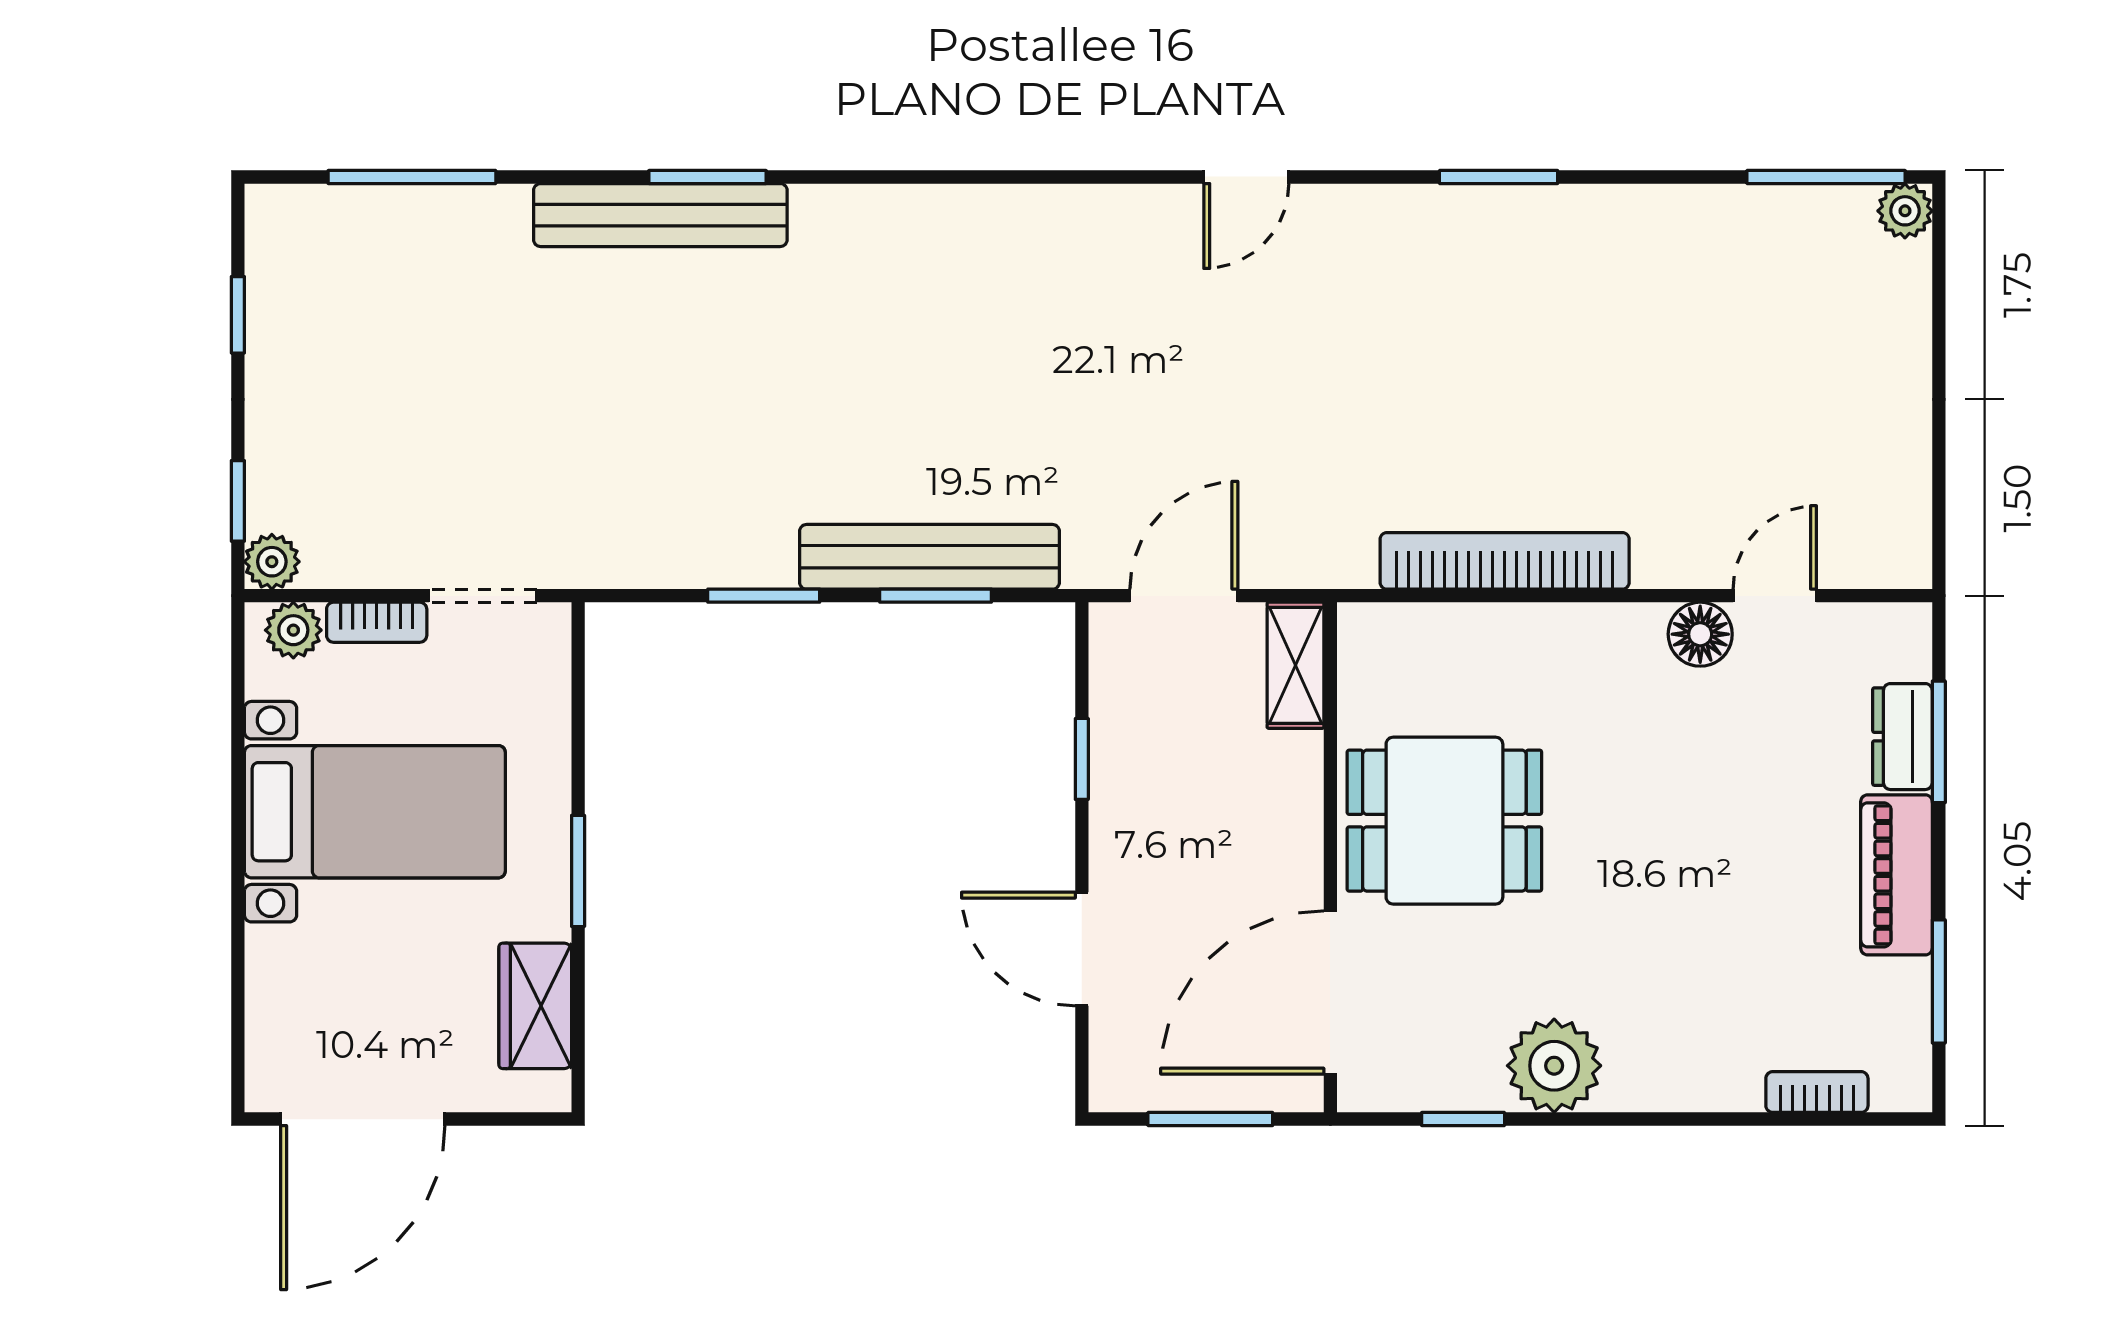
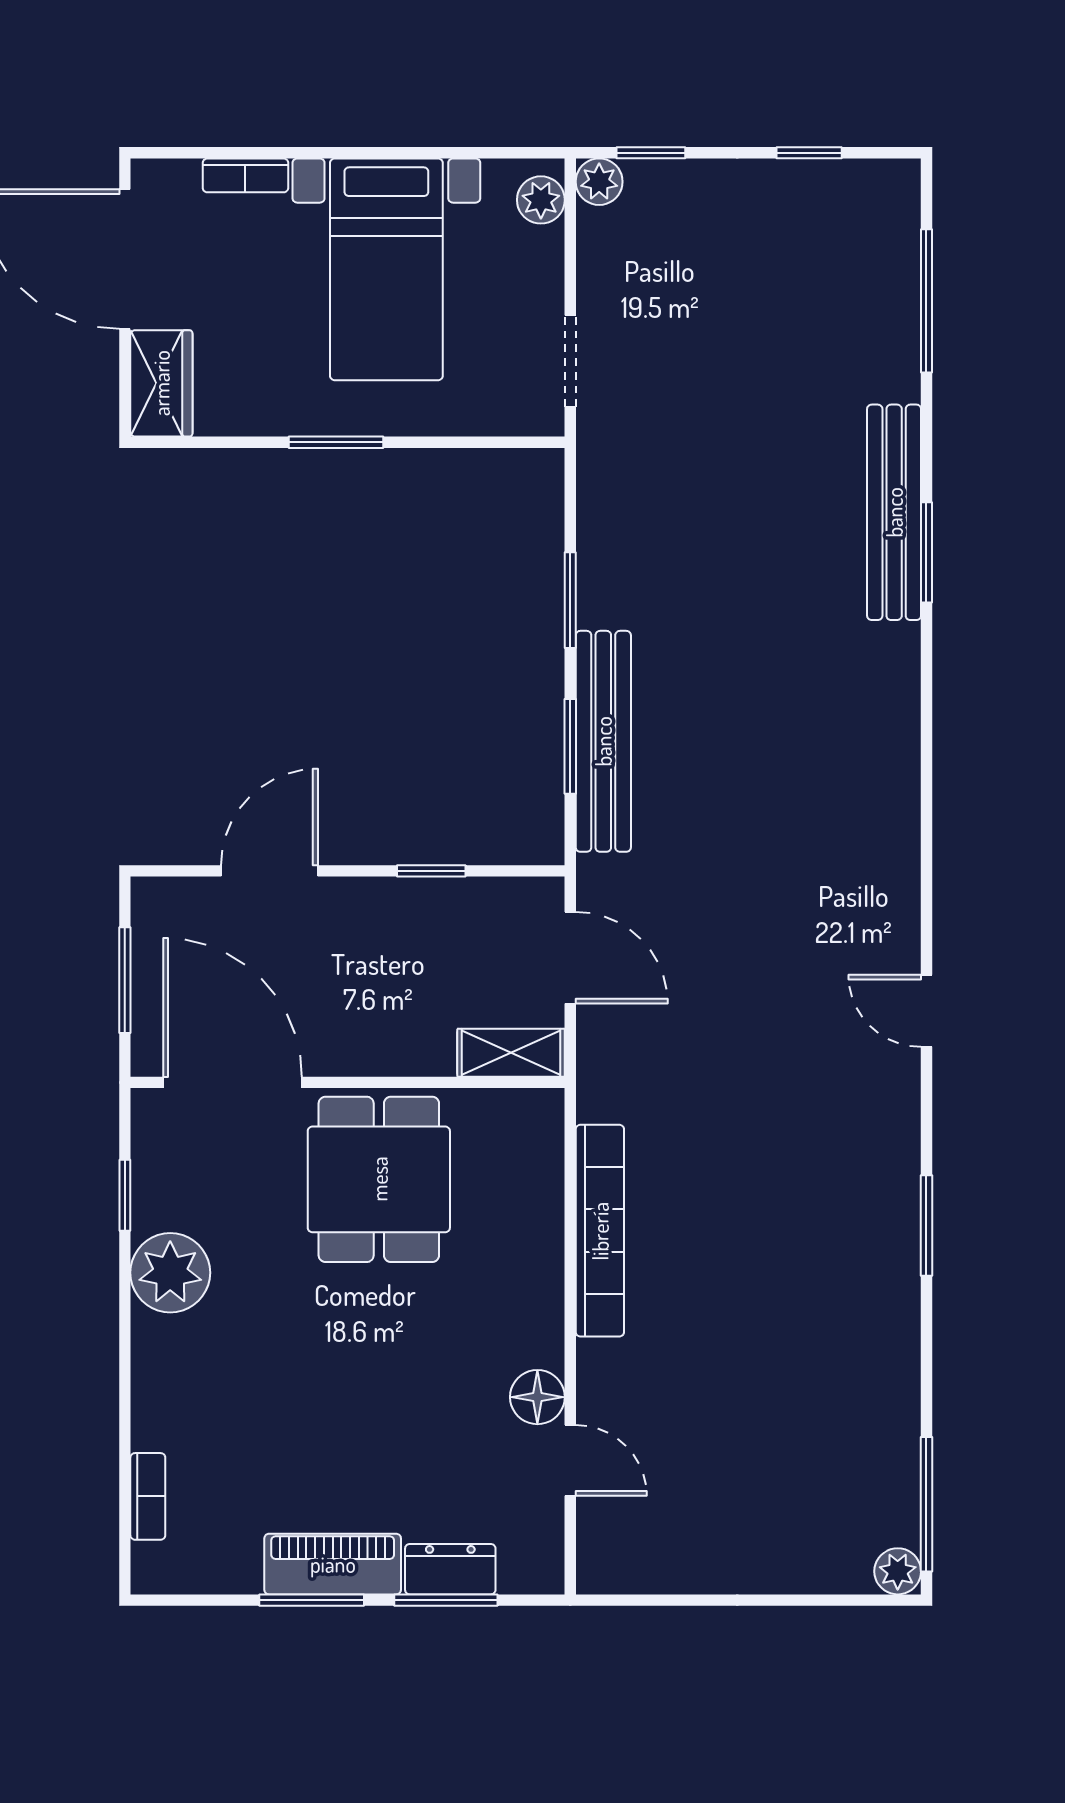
bookcase: (377, 622) -> (245, 175), moved, turned -90
window: (1939, 981) -> (312, 1600), moved
wardrobe: (535, 1006) -> (161, 383), moved, turned 90

